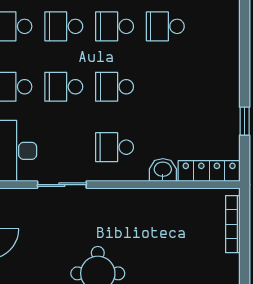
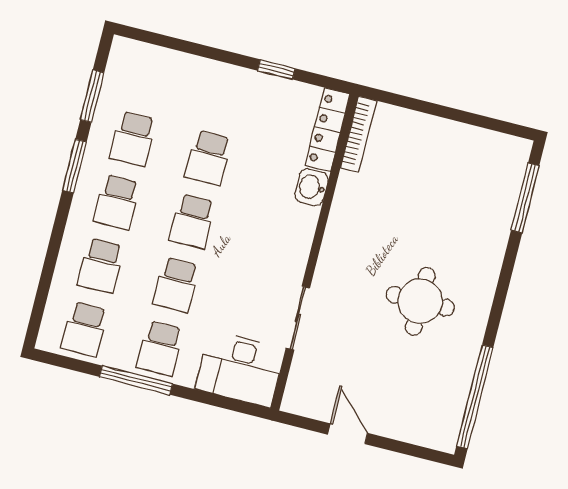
school desk: (115, 147) -> (208, 158), moved
bookcase: (233, 224) -> (359, 134), moved, turned -90

